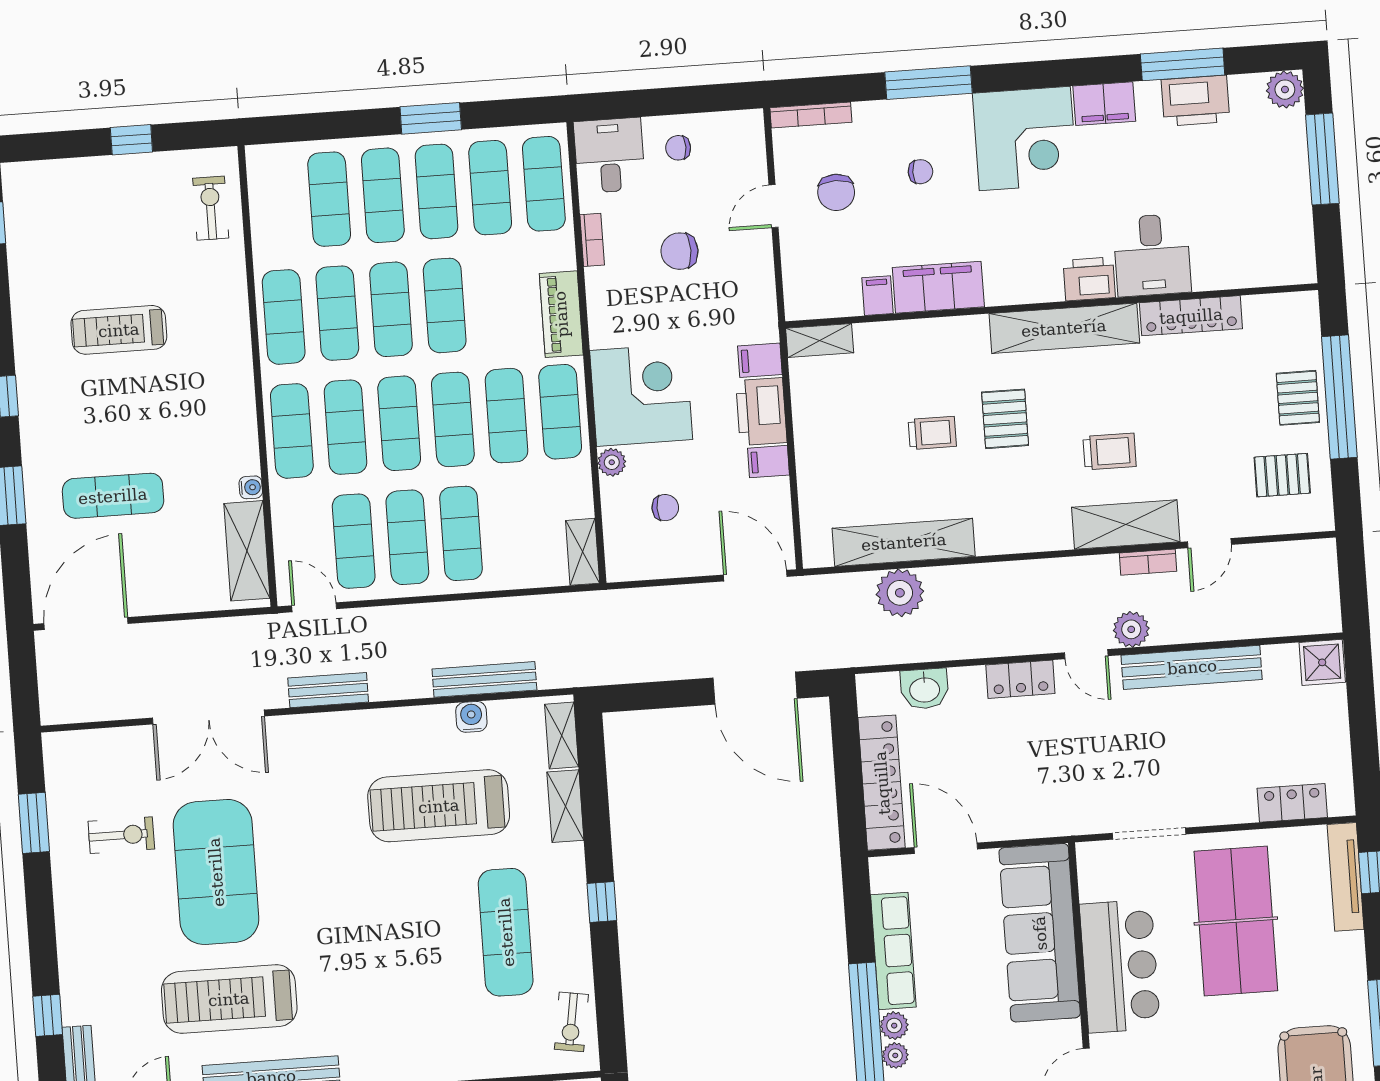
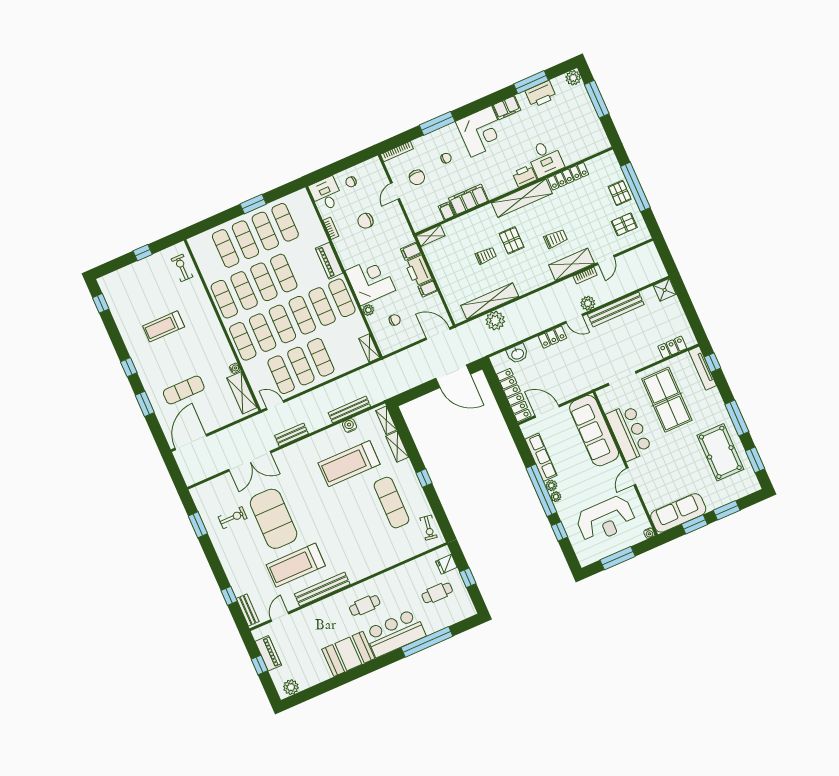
exercise mat: (544, 184) -> (305, 214), removed

